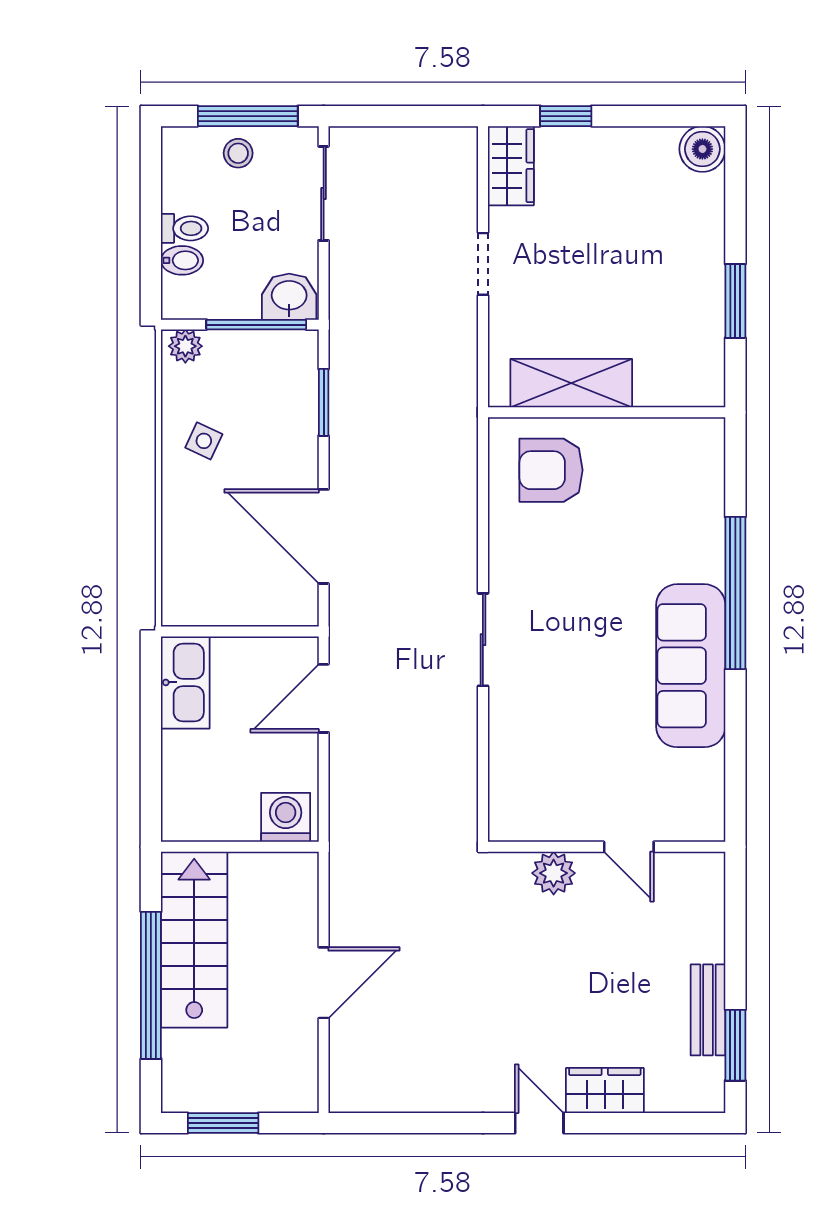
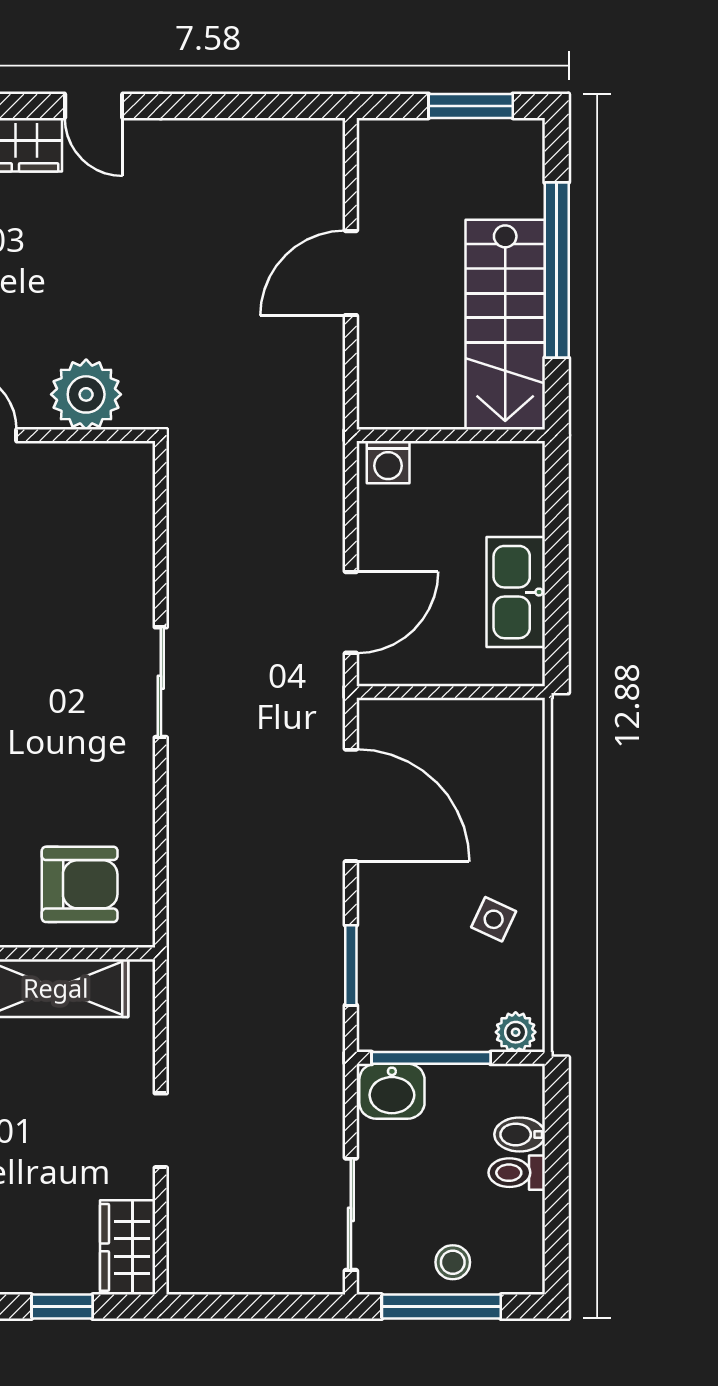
kitchen sink: (185, 682) -> (516, 592), moved
washing machine: (286, 817) -> (388, 462), width x0.73, depth x0.73
plant: (554, 873) -> (86, 394), width x1.36, depth x1.36

